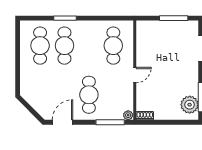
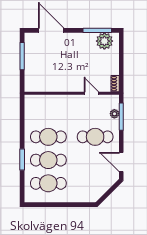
cafe table: (113, 46) -> (48, 137), moved
door: (135, 75) -> (91, 93), moved
plant: (128, 115) -> (114, 114), moved

